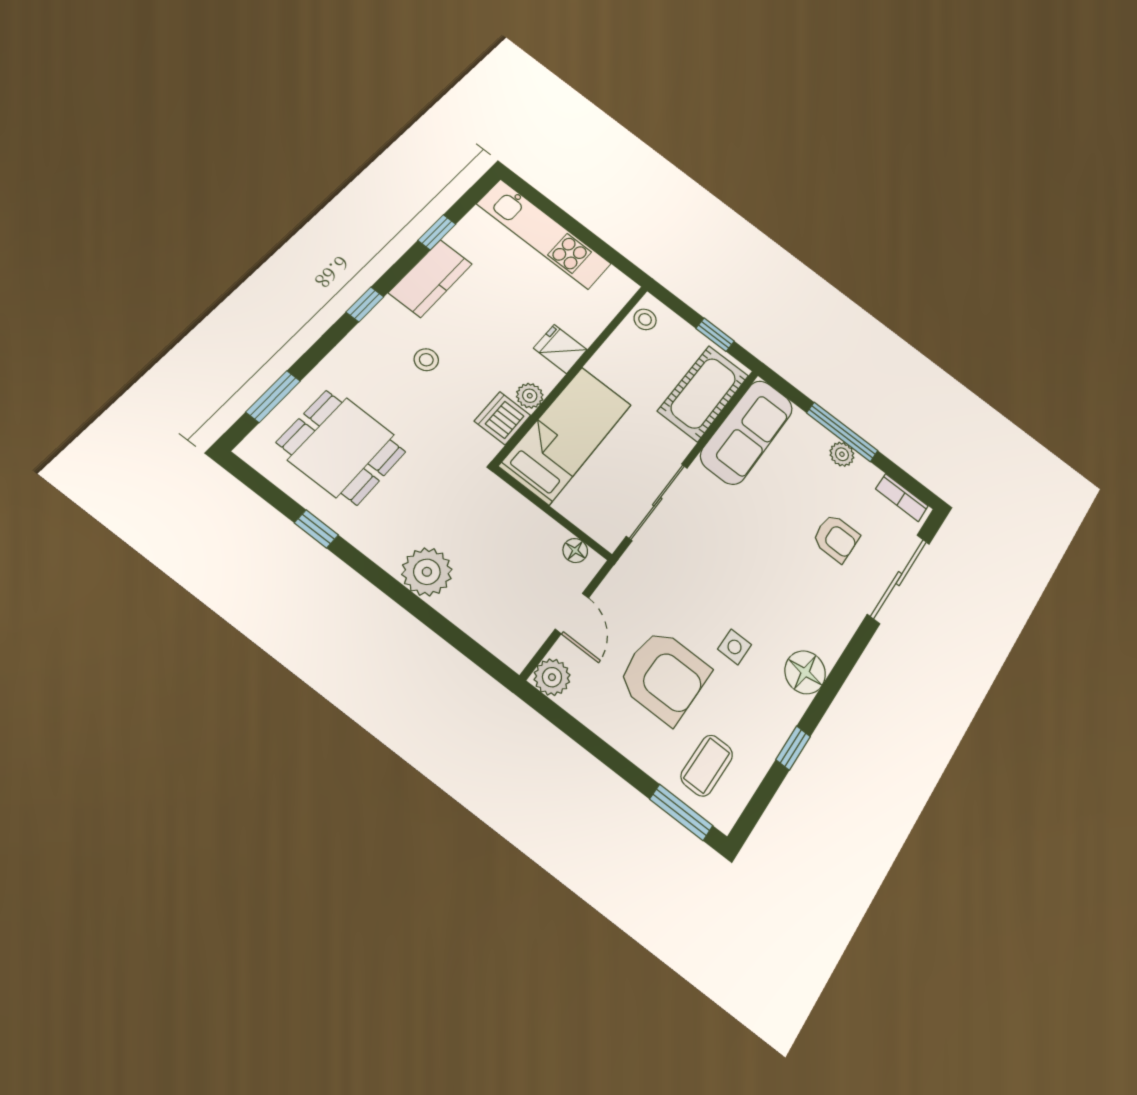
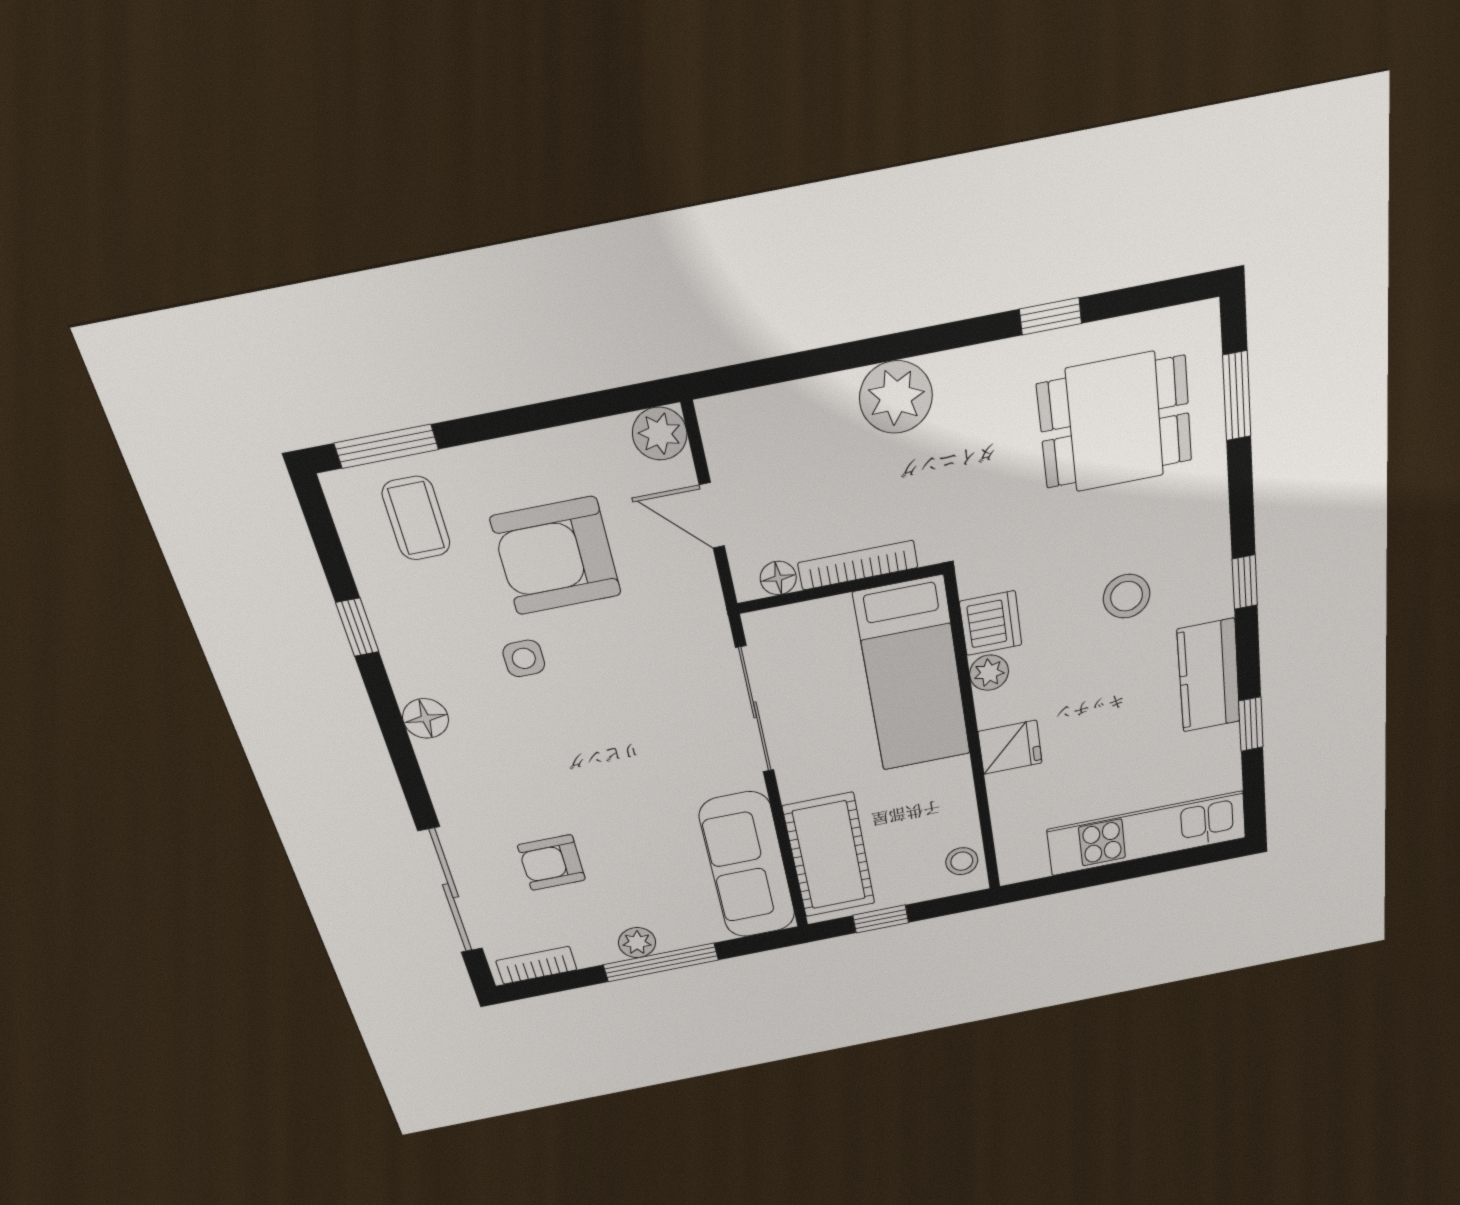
stool: (426, 360) -> (1127, 596), width x1.37, depth x1.37
bookcase: (532, 515) -> (858, 565), added
floor lamp: (805, 672) -> (426, 718), width x0.73, depth x0.73

